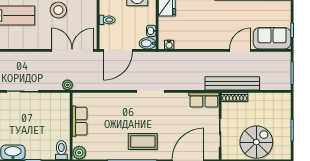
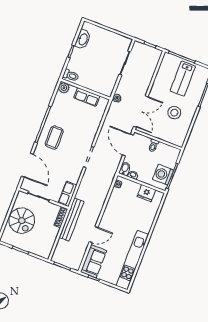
door: (240, 50) -> (94, 235), hinge flipped

